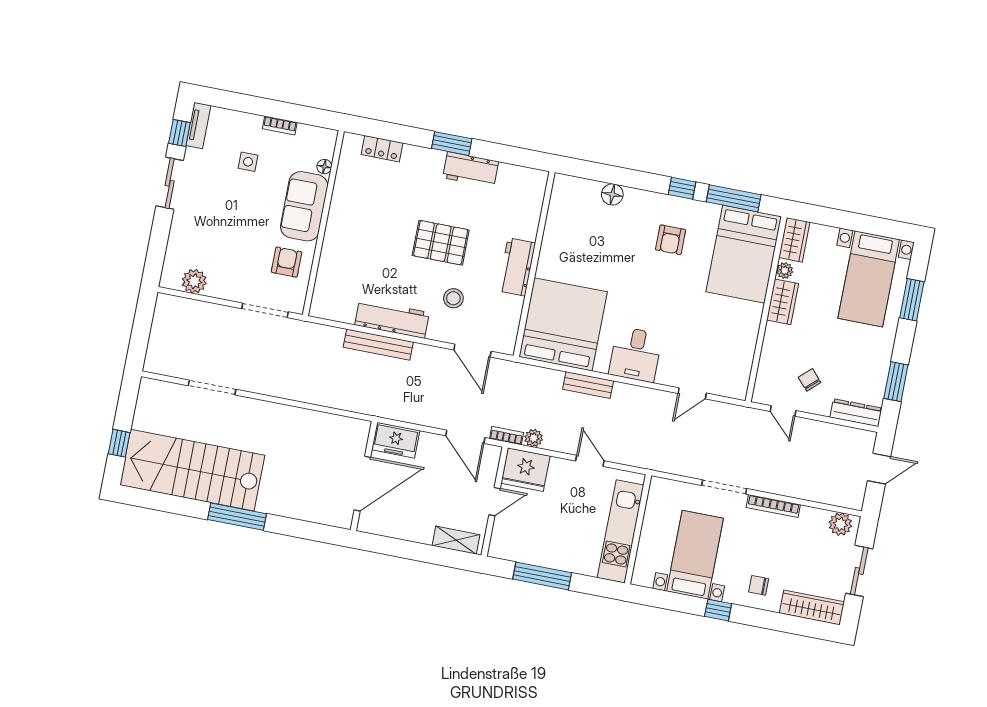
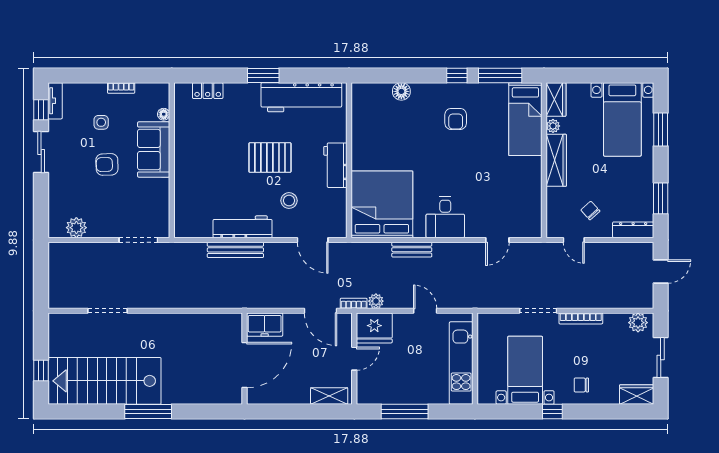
workbench: (471, 170) -> (301, 97), width x1.88, depth x1.32
bed: (744, 254) -> (525, 119), width x0.67
armchair: (287, 262) -> (107, 164), moved, turned -92
wardrobe: (783, 302) -> (556, 160), width x1.50
wardrobe: (812, 607) -> (637, 395), width x0.67

